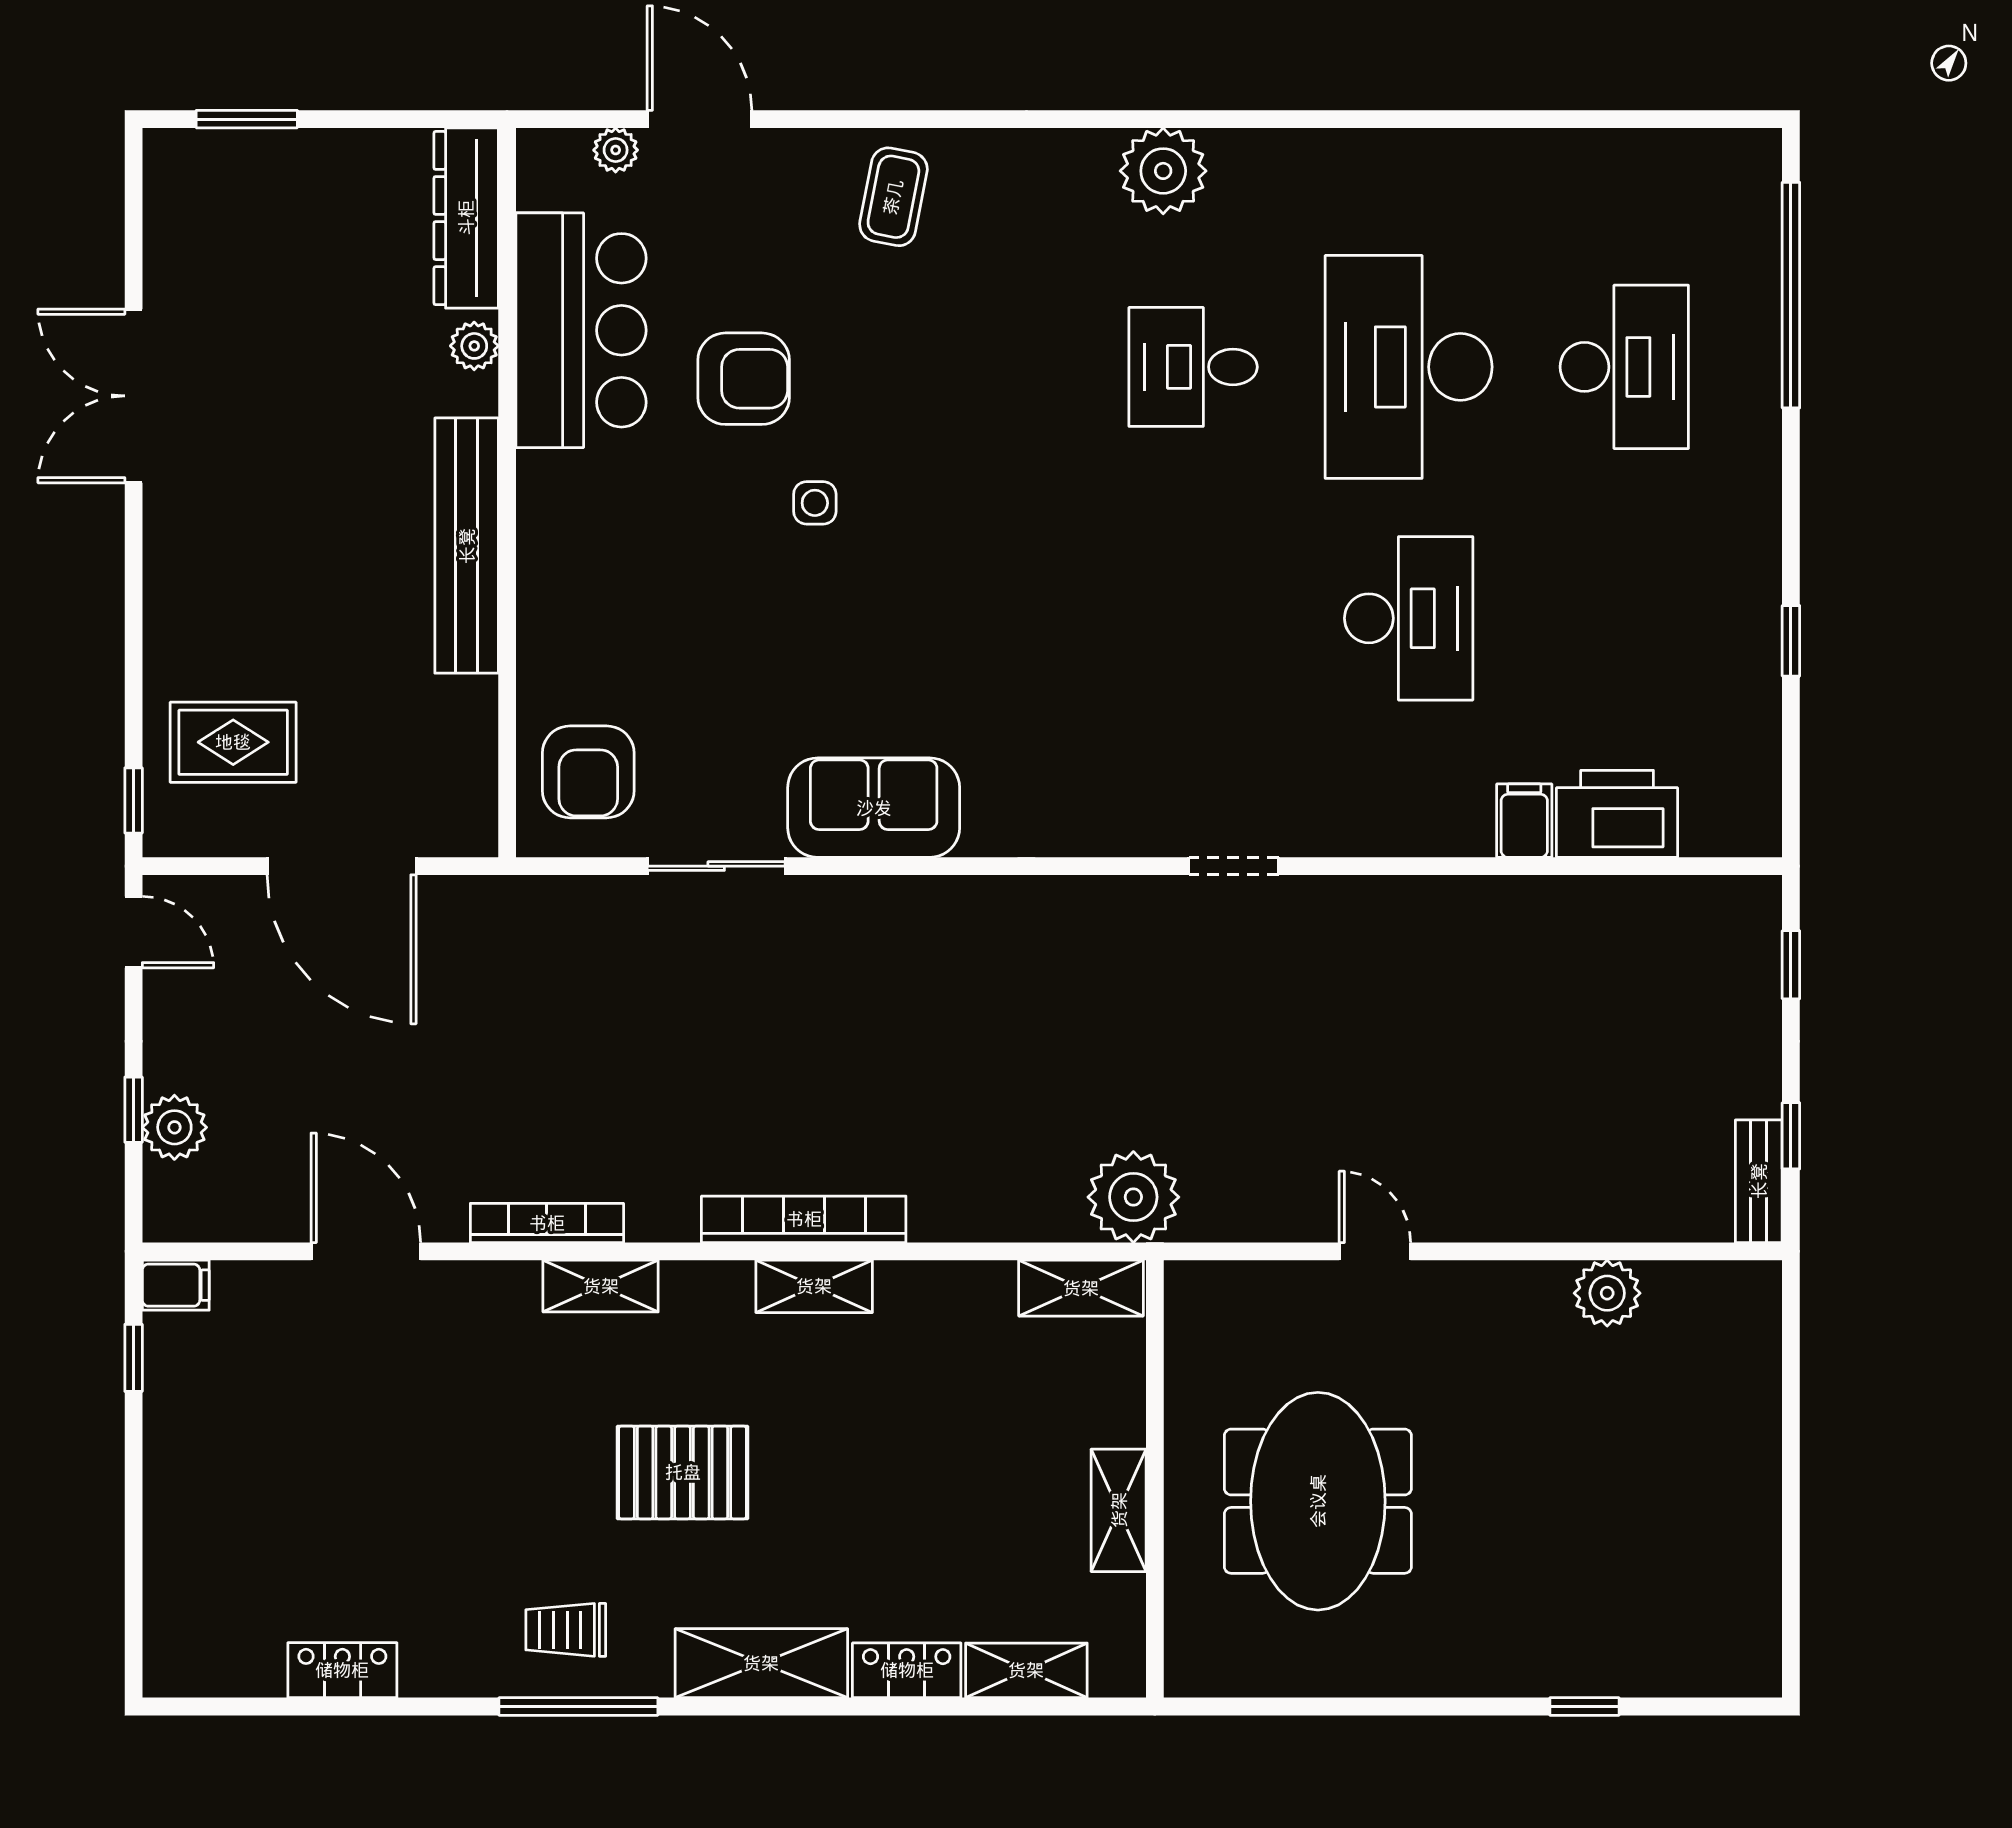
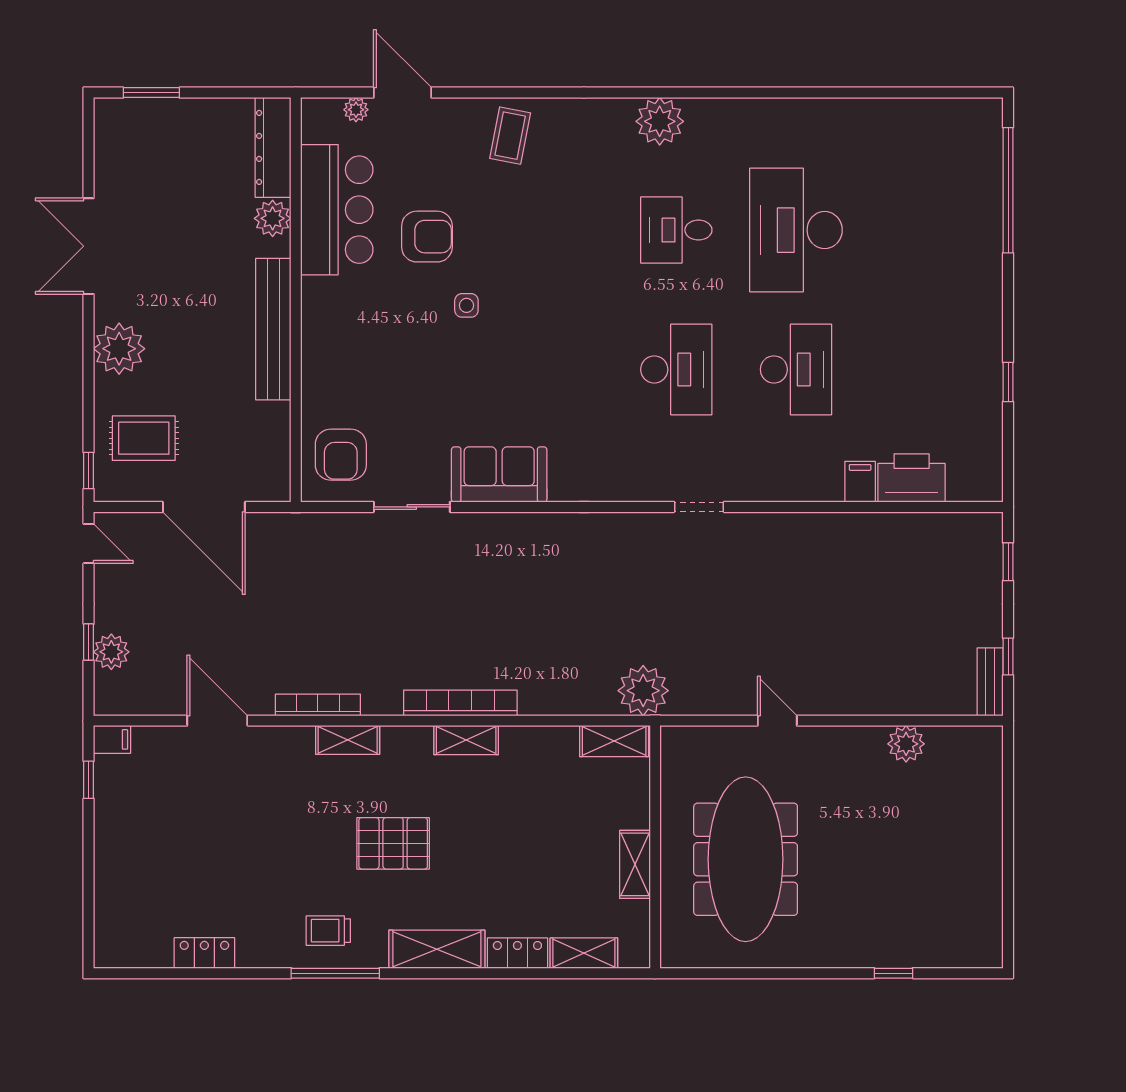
plant: (474, 346) -> (273, 218), width x1.38, depth x1.38
desk: (1624, 367) -> (676, 369), moved
plant: (189, 581) -> (119, 349), added
meeting table: (1318, 1501) -> (746, 859), width x1.36

